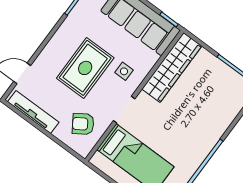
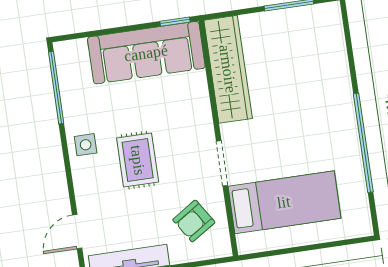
rug: (85, 68) -> (138, 160), width x0.73, depth x0.70
side table: (124, 71) -> (86, 145), moved

